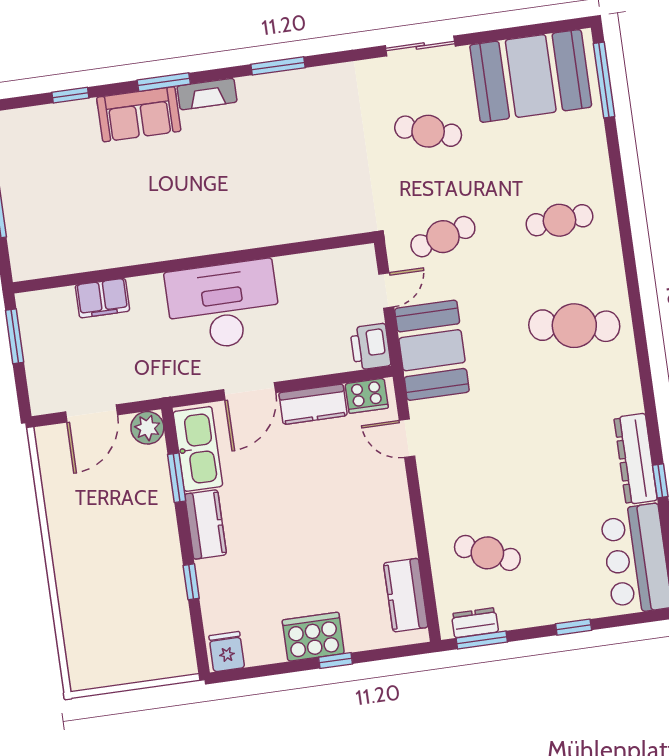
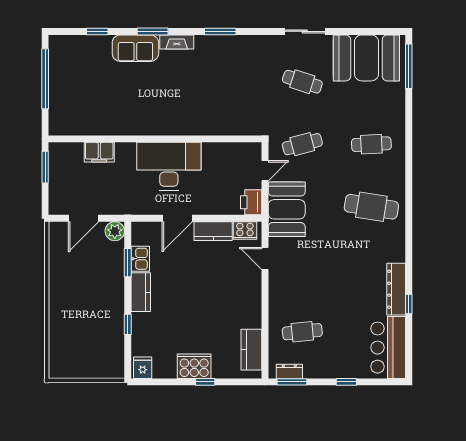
kitchen sink: (198, 449) -> (140, 259), width x0.53, depth x0.81
cafe table: (487, 553) -> (302, 332), turned -30

